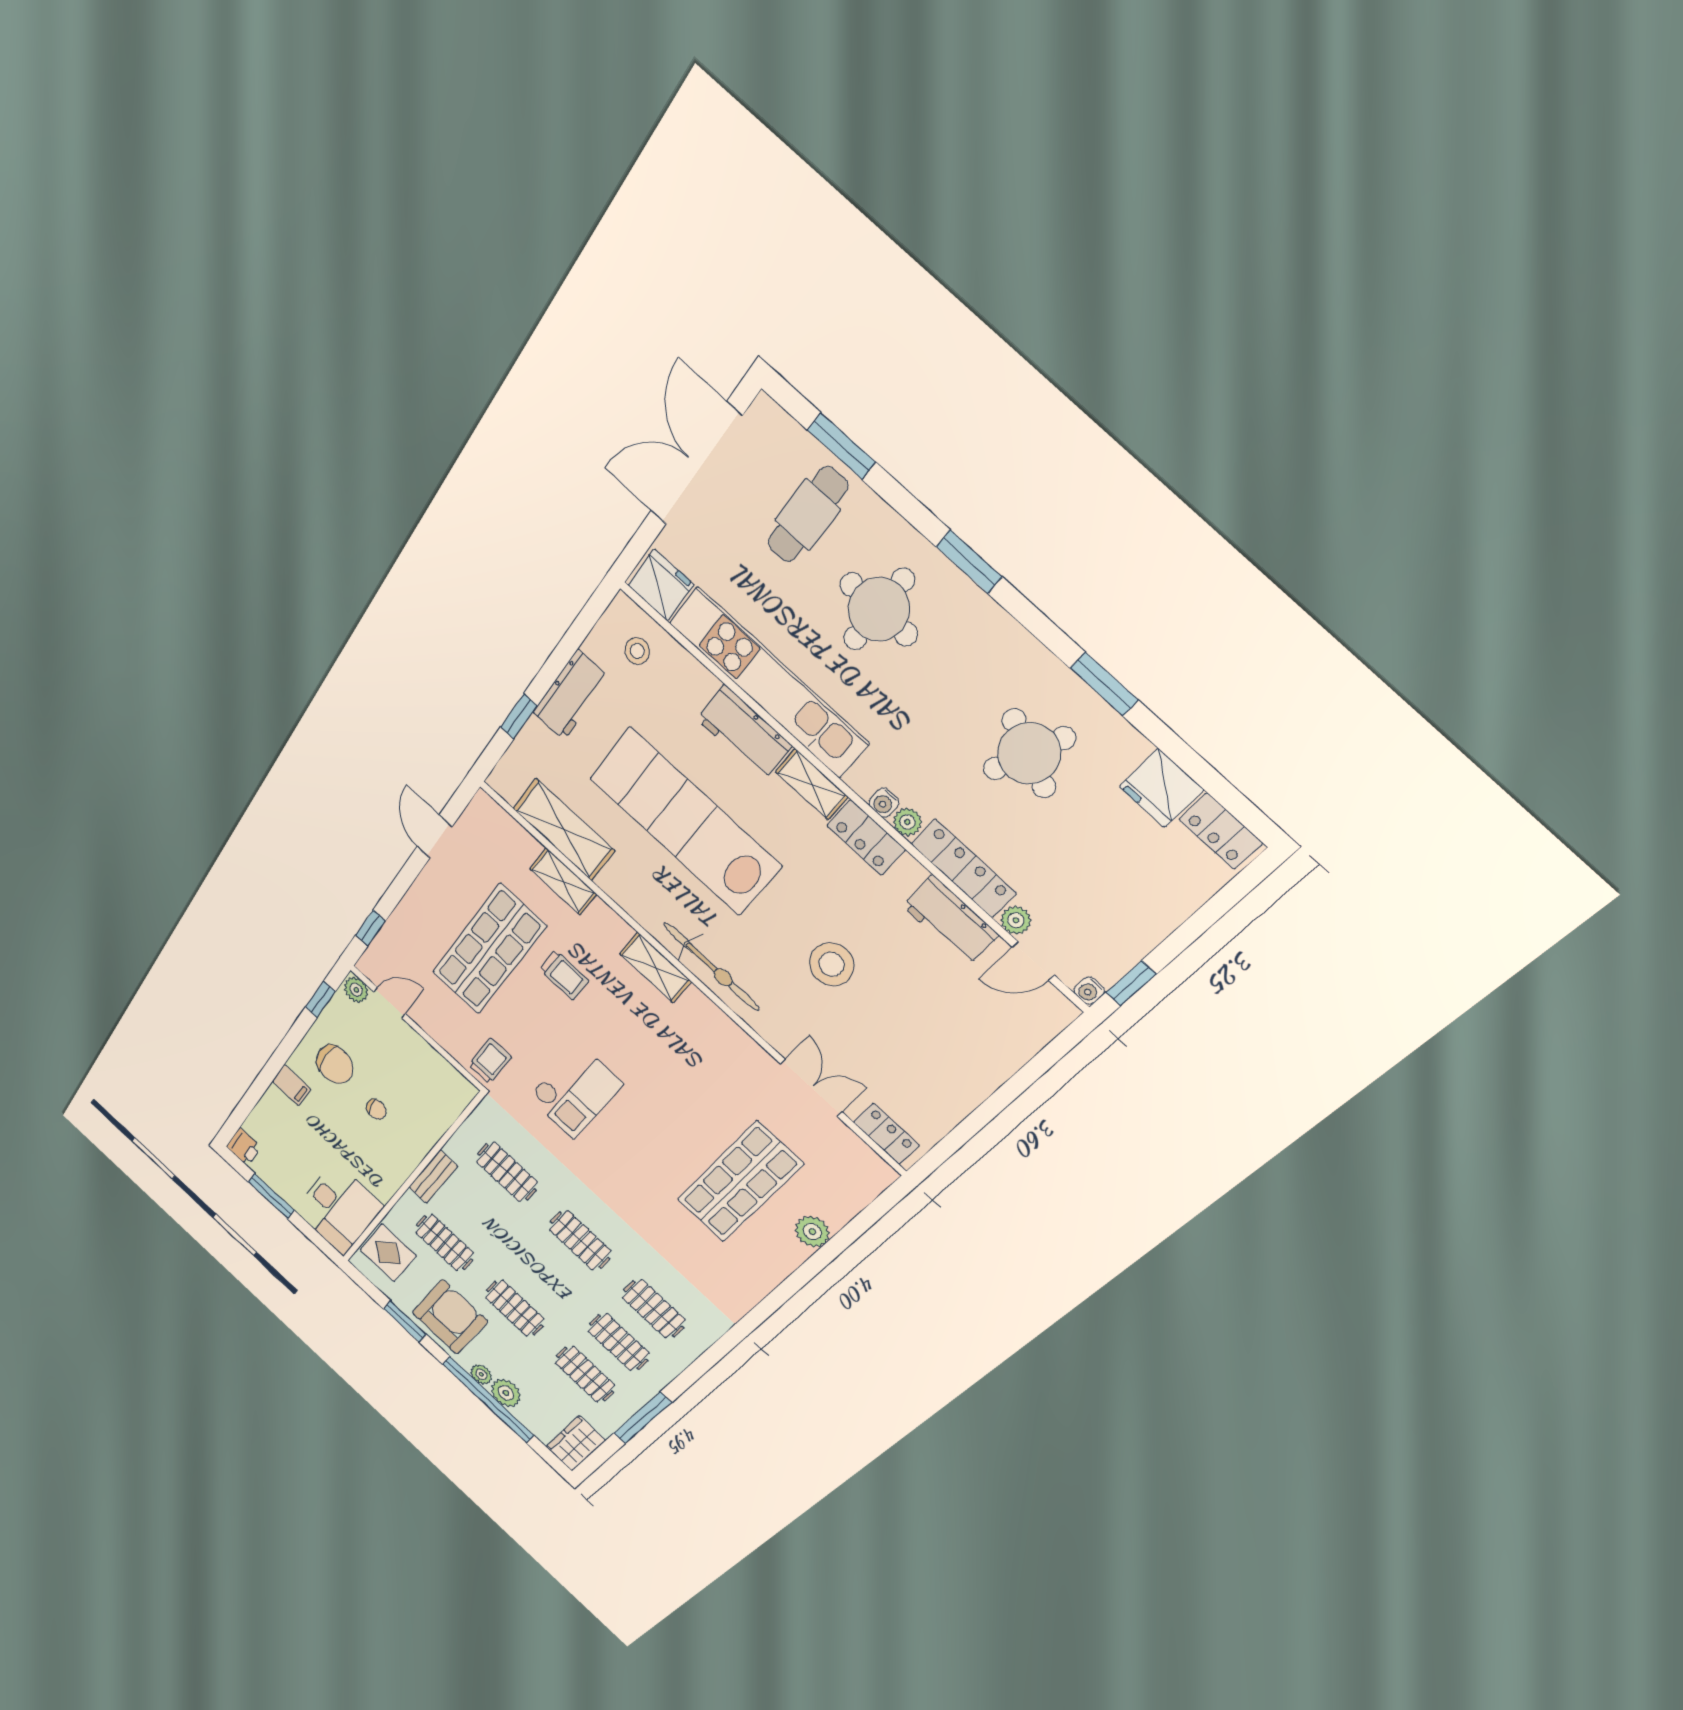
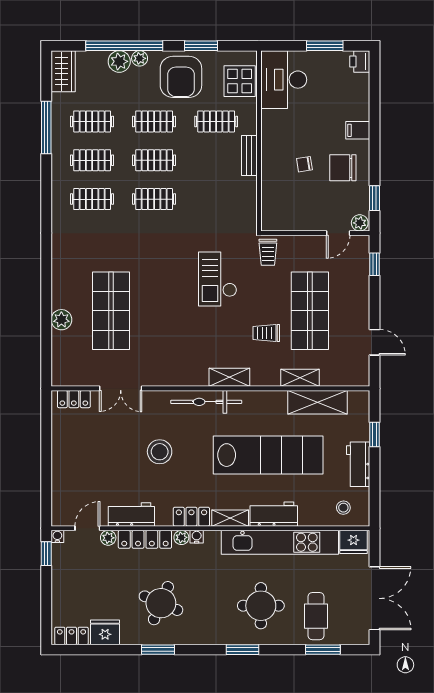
clothes rail: (507, 1172) -> (154, 160), moved

